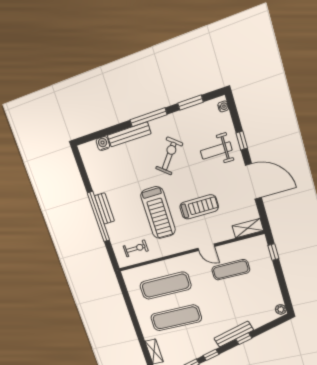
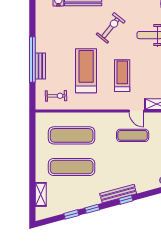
treadmill: (199, 207) -> (122, 76), turned -90
bench: (104, 208) -> (40, 66), moved
treadmill: (158, 213) -> (86, 71), turned 180
door: (206, 247) -> (136, 111), moved

